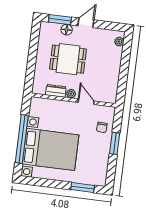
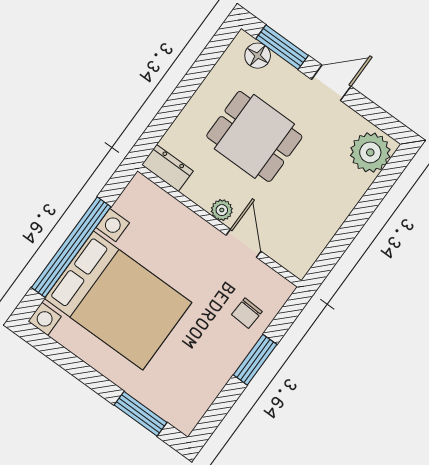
floor lamp: (67, 30) -> (258, 56), moved
plant: (119, 42) -> (370, 152), width x1.88, depth x1.88
dresser: (56, 91) -> (167, 168), moved

